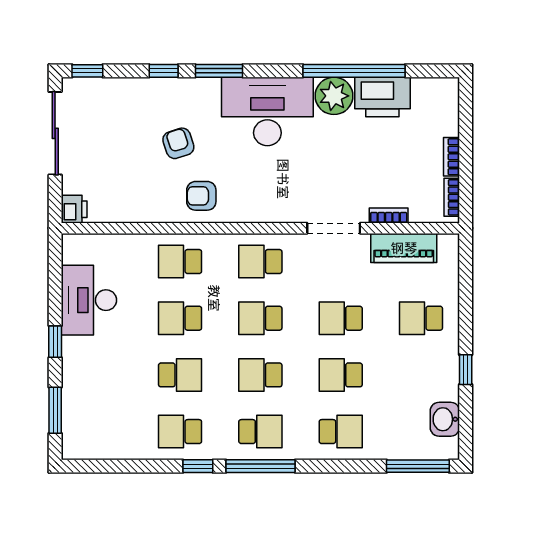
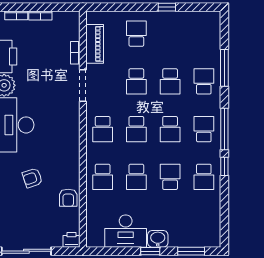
armchair: (201, 196) -> (68, 198), moved
bookcase: (452, 197) -> (16, 15), moved
school desk: (421, 318) -> (136, 34), turned 180
washbasin: (445, 419) -> (158, 239), moved, turned 180
window: (418, 466) -> (224, 68), moved

